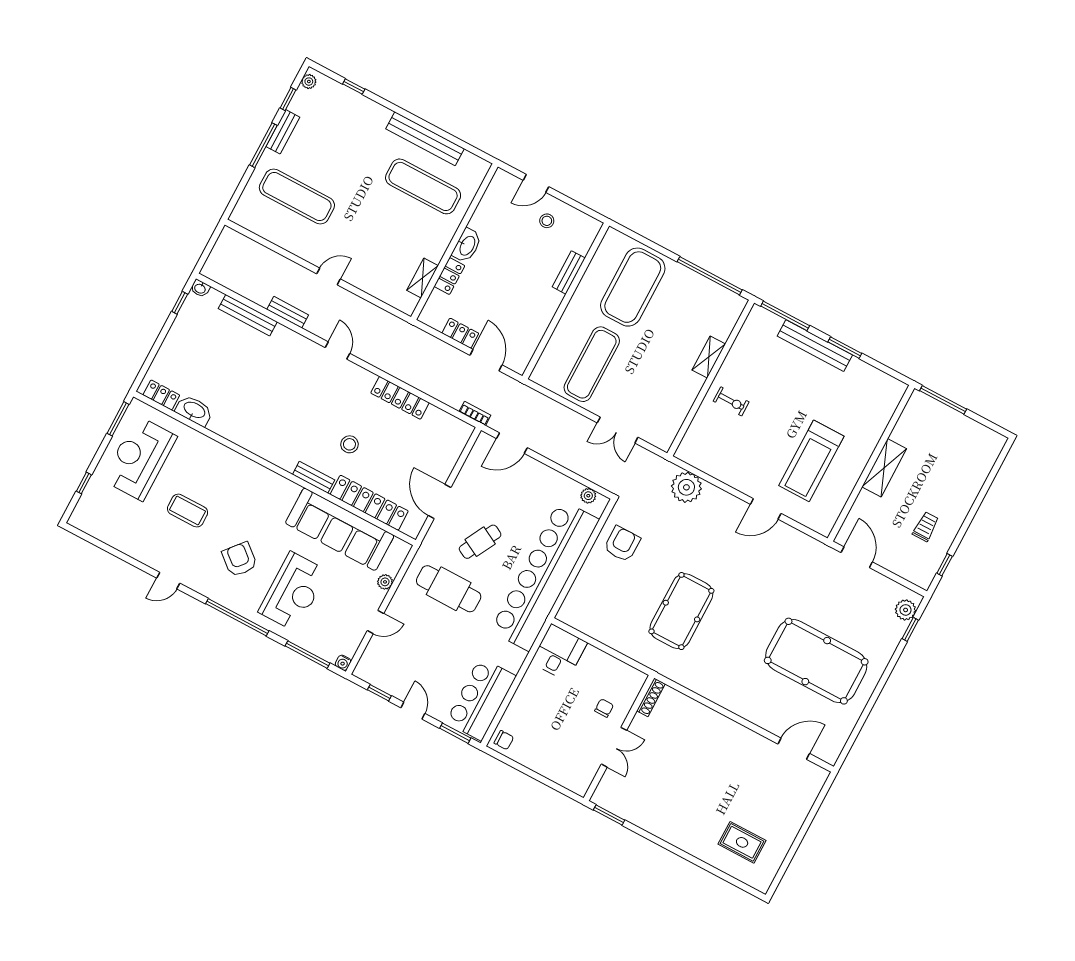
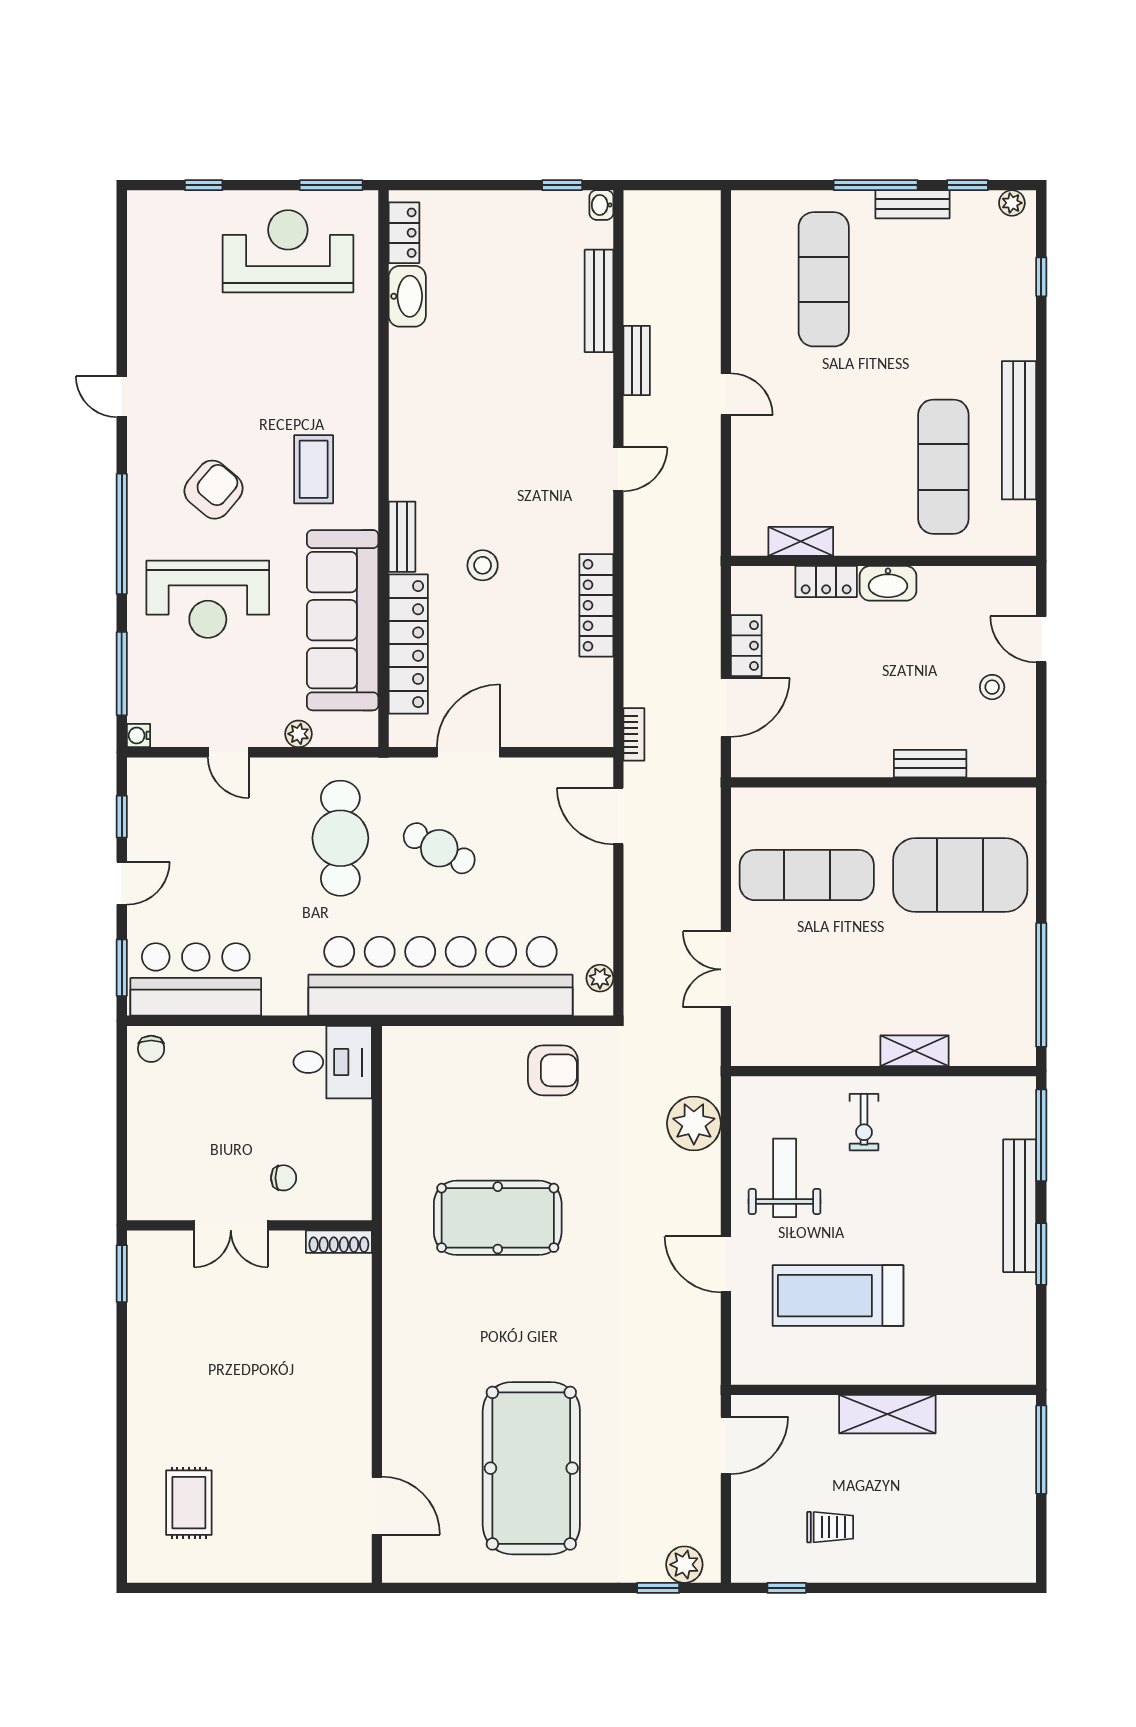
weight bench: (738, 456) -> (785, 1178), added
coffee table: (188, 511) -> (314, 469), moved

